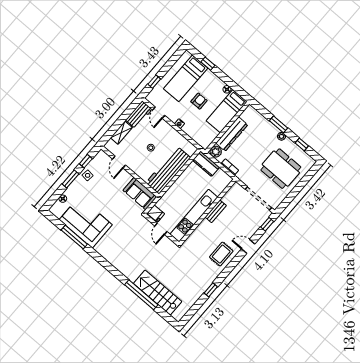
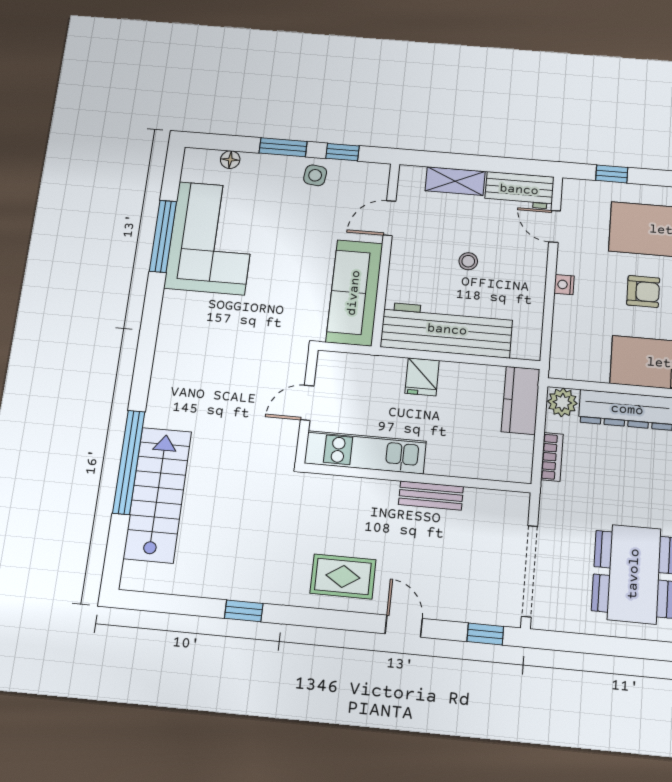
door: (159, 113) -> (555, 226), hinge flipped
sofa: (140, 194) -> (354, 293), width x1.36
fridge: (156, 214) -> (422, 377), moved
kitchen unit: (194, 216) -> (365, 452), width x0.73

